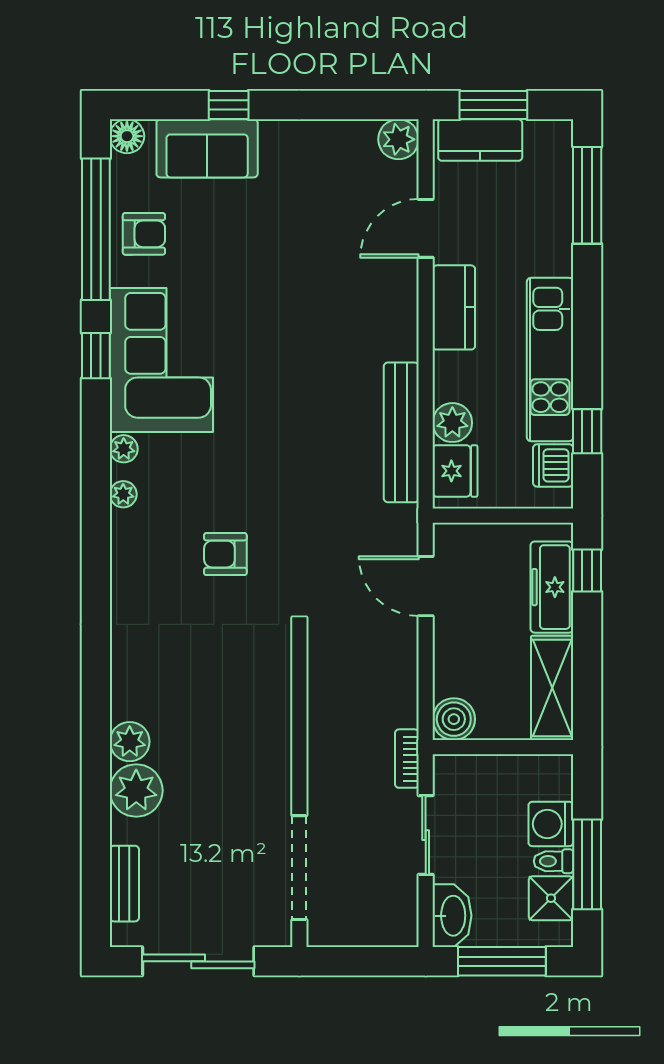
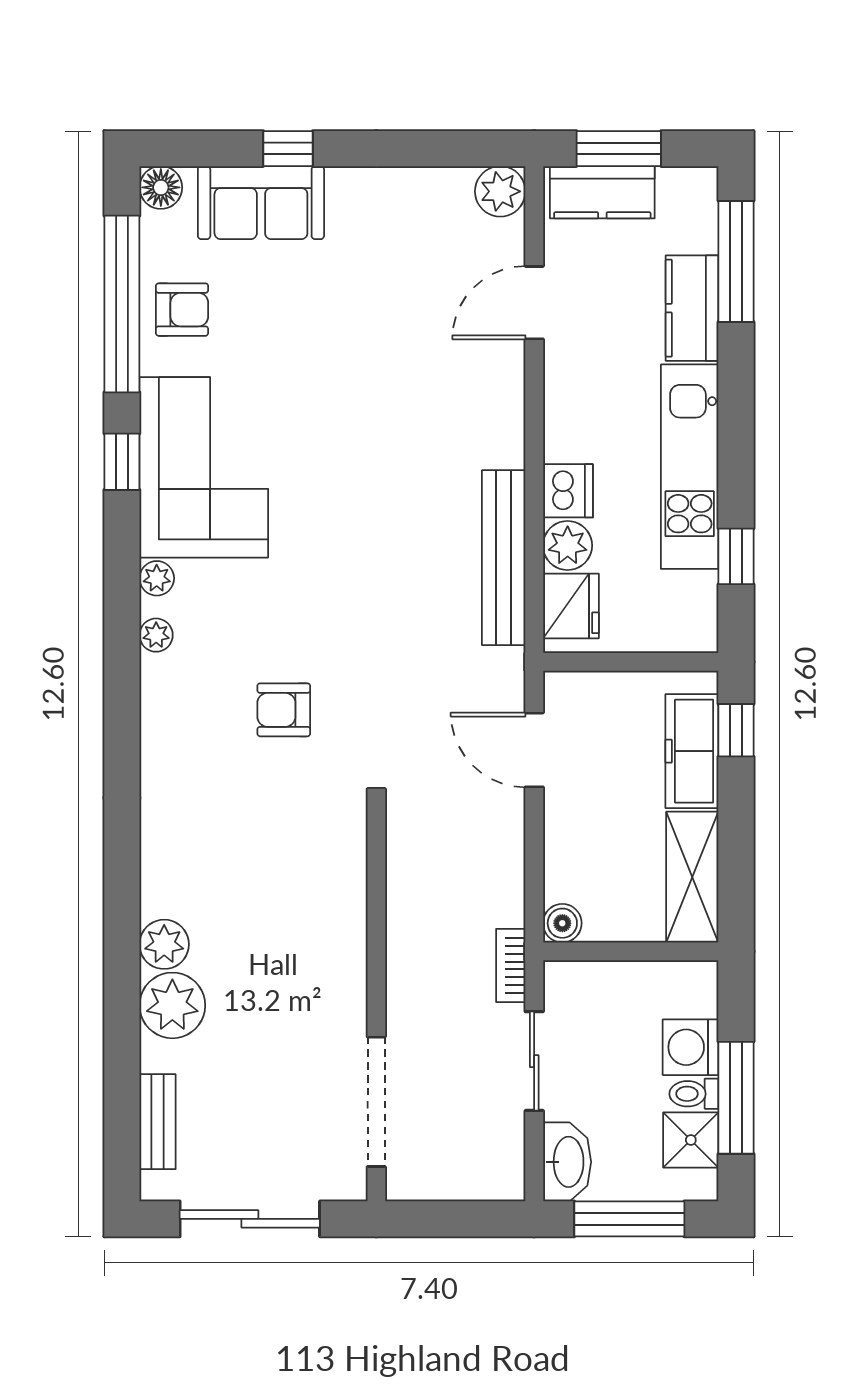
kitchen counter: (454, 307) -> (692, 308), moved, turned 180
dishwasher: (553, 465) -> (568, 491), moved, turned 180
boiler: (454, 719) -> (562, 923), width x0.73, depth x0.73

